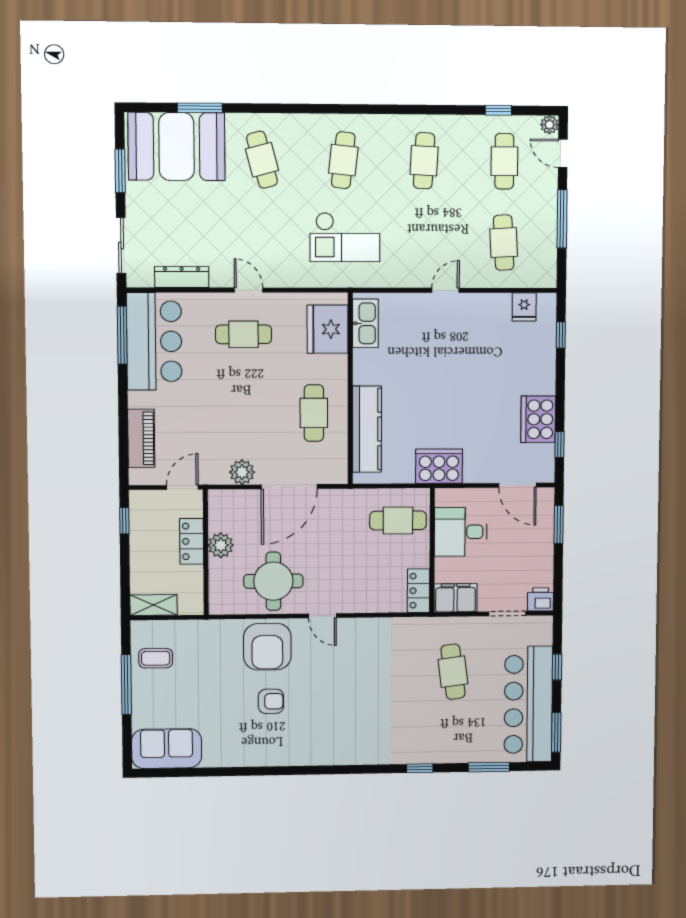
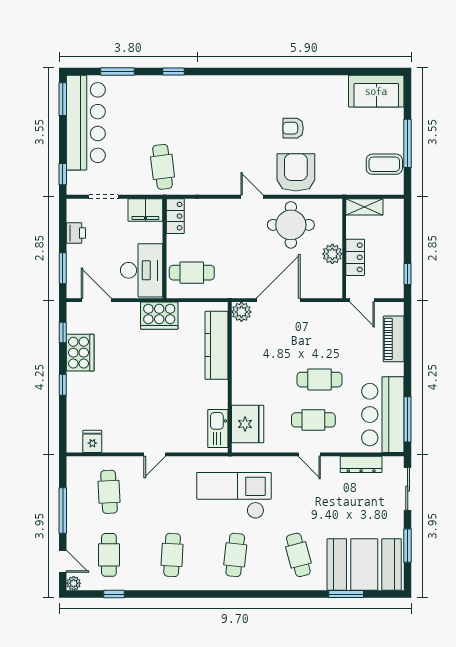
checkout: (345, 237) -> (234, 496), width x1.36, depth x1.21
window: (561, 335) -> (63, 385), moved
cafe table: (314, 413) -> (320, 380), moved, turned 90
plant: (242, 472) -> (241, 312), moved
door: (182, 487) -> (362, 300), hinge flipped
desk: (461, 532) -> (142, 270), width x1.37
printer: (540, 599) -> (76, 233), moved, turned -90
shelving: (153, 605) -> (364, 207), moved
coffee table: (156, 658) -> (384, 164), width x1.36, depth x1.30
window: (557, 667) -> (63, 174), moved
cafe table: (453, 672) -> (163, 167), moved

